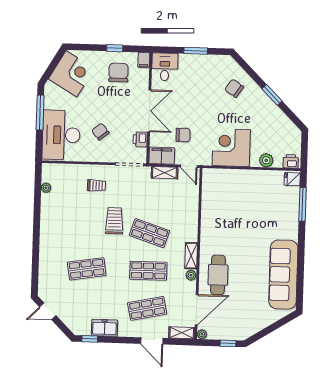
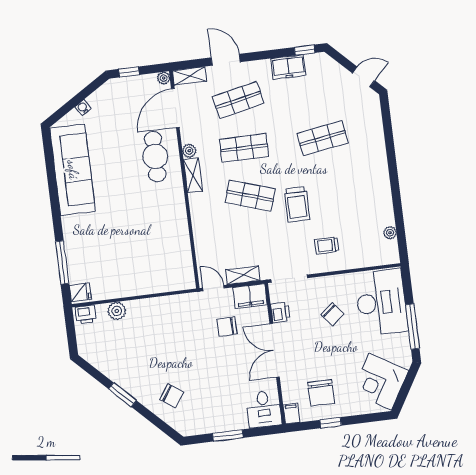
corner desk: (231, 148) -> (164, 320), removed
water cooler: (268, 321) -> (83, 108), added

